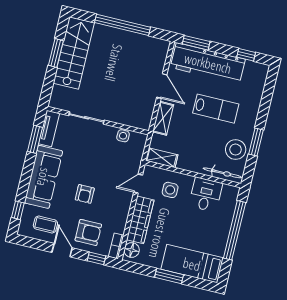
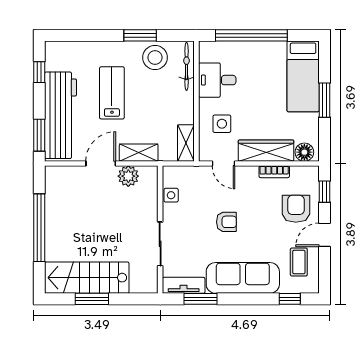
plant: (146, 106) -> (128, 176), added
armchair: (85, 194) -> (226, 222), moved
bookcase: (116, 246) -> (274, 172), moved

